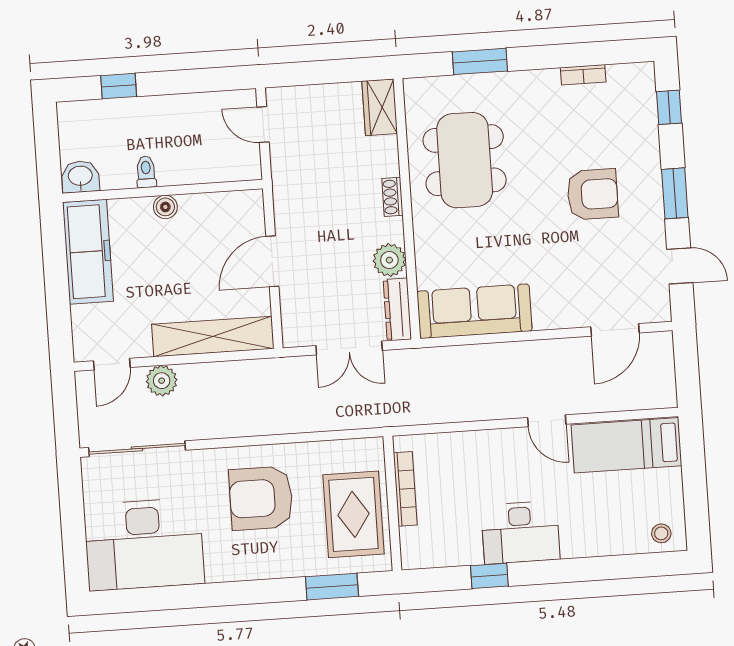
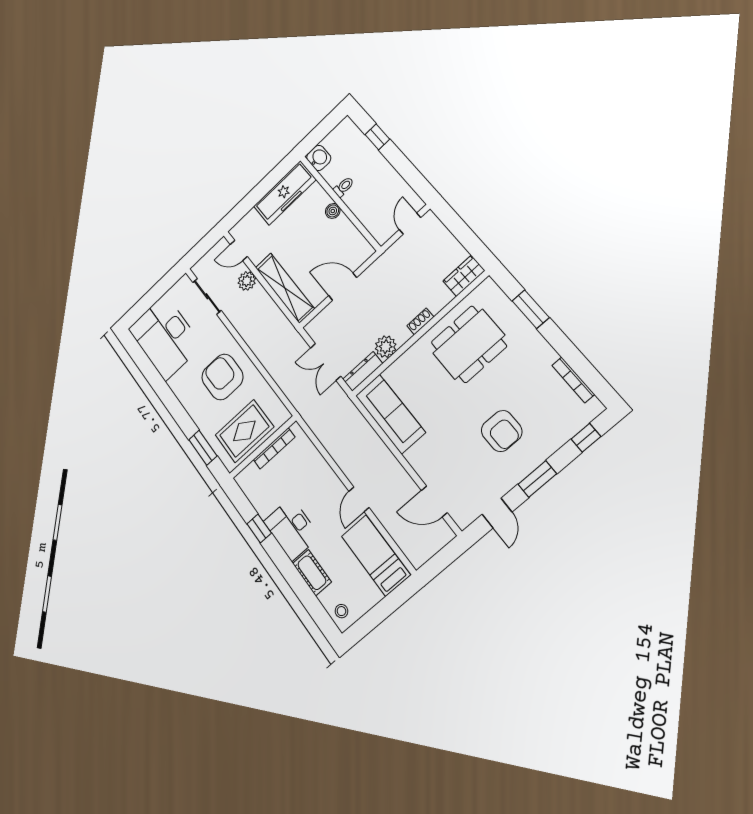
bookcase: (583, 75) -> (573, 380), width x1.56
sliding door: (137, 449) -> (207, 296), width x0.73
cot: (591, 541) -> (312, 573), added

